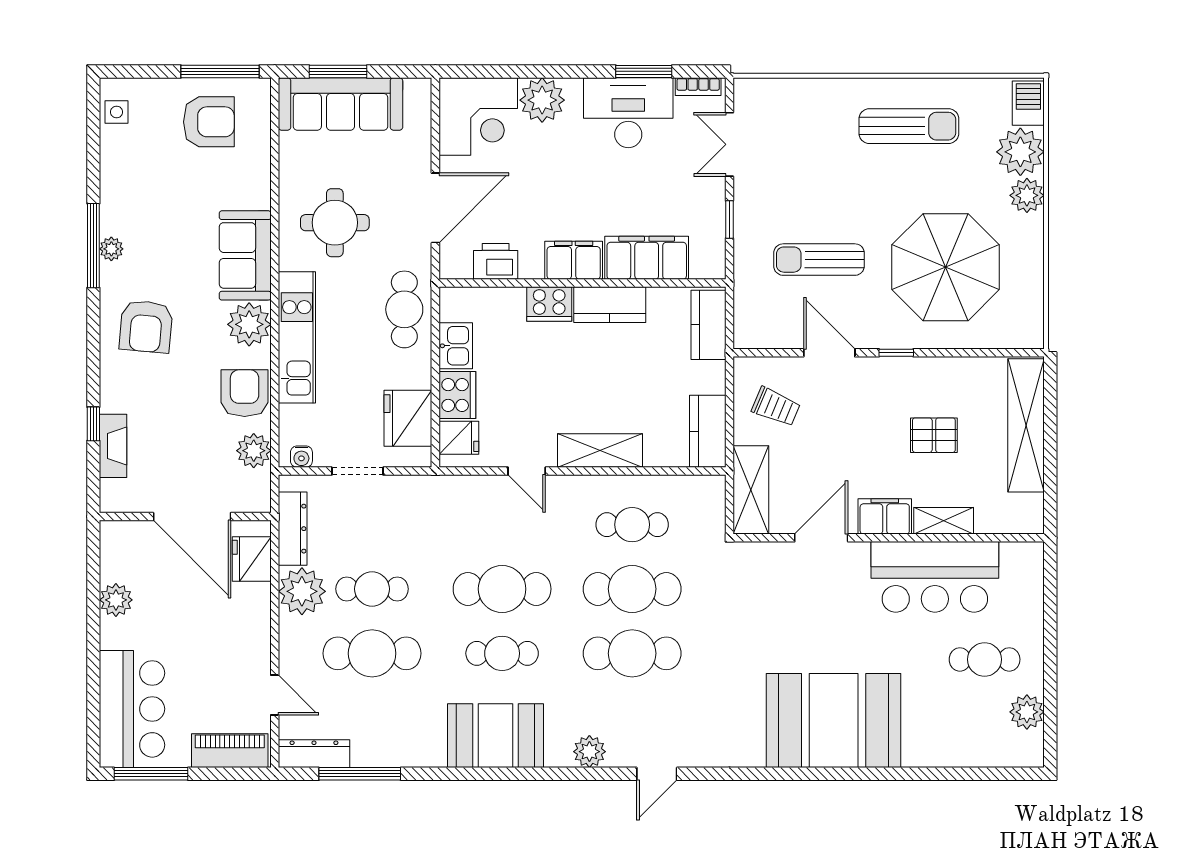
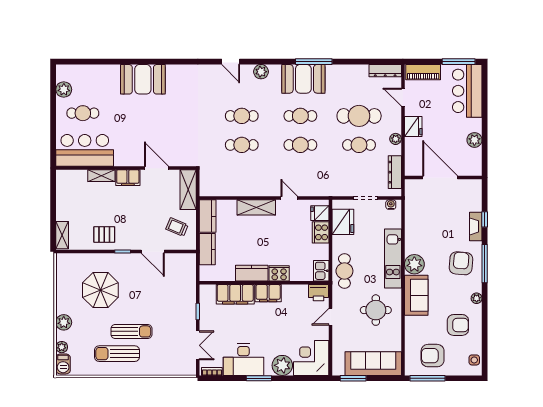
window: (338, 71) -> (353, 378), moved
window: (644, 71) -> (259, 378), moved
plant: (1020, 152) -> (62, 347), width x0.53, depth x0.53
door: (435, 208) -> (330, 317), width x0.53
window: (93, 246) -> (485, 264), moved
sun lounger: (819, 260) -> (131, 331), moved
printer: (496, 261) -> (318, 293), moved
parasol: (946, 267) -> (100, 290), width x0.73, depth x0.73
kitchen counter: (708, 325) -> (207, 249), moved
kitchen sink: (456, 346) -> (321, 271), moved
armchair: (245, 393) -> (458, 325), moved, turned -90
shelving: (1026, 425) -> (62, 235), width x0.45, depth x0.75
pallet: (934, 435) -> (104, 235), moved
fireplace: (113, 446) -> (476, 226), moved
plant: (254, 451) -> (412, 207), removed
cafe table: (632, 525) -> (242, 174), removed
door: (821, 538) -> (157, 168), swing flipped
fridge: (252, 559) -> (413, 126), moved
bar counter: (935, 577) -> (85, 150), moved
cafe table: (502, 589) -> (300, 145), width x0.73, depth x0.74
cafe table: (632, 589) -> (242, 145), width x0.73, depth x0.74
plant: (302, 591) -> (396, 139), width x0.53, depth x0.53
cafe table: (632, 653) -> (242, 116), width x0.73, depth x0.74
booth: (834, 721) -> (143, 79), width x0.73, depth x0.70
window: (360, 774) -> (314, 62), moved
door: (657, 774) -> (231, 62), swing flipped

